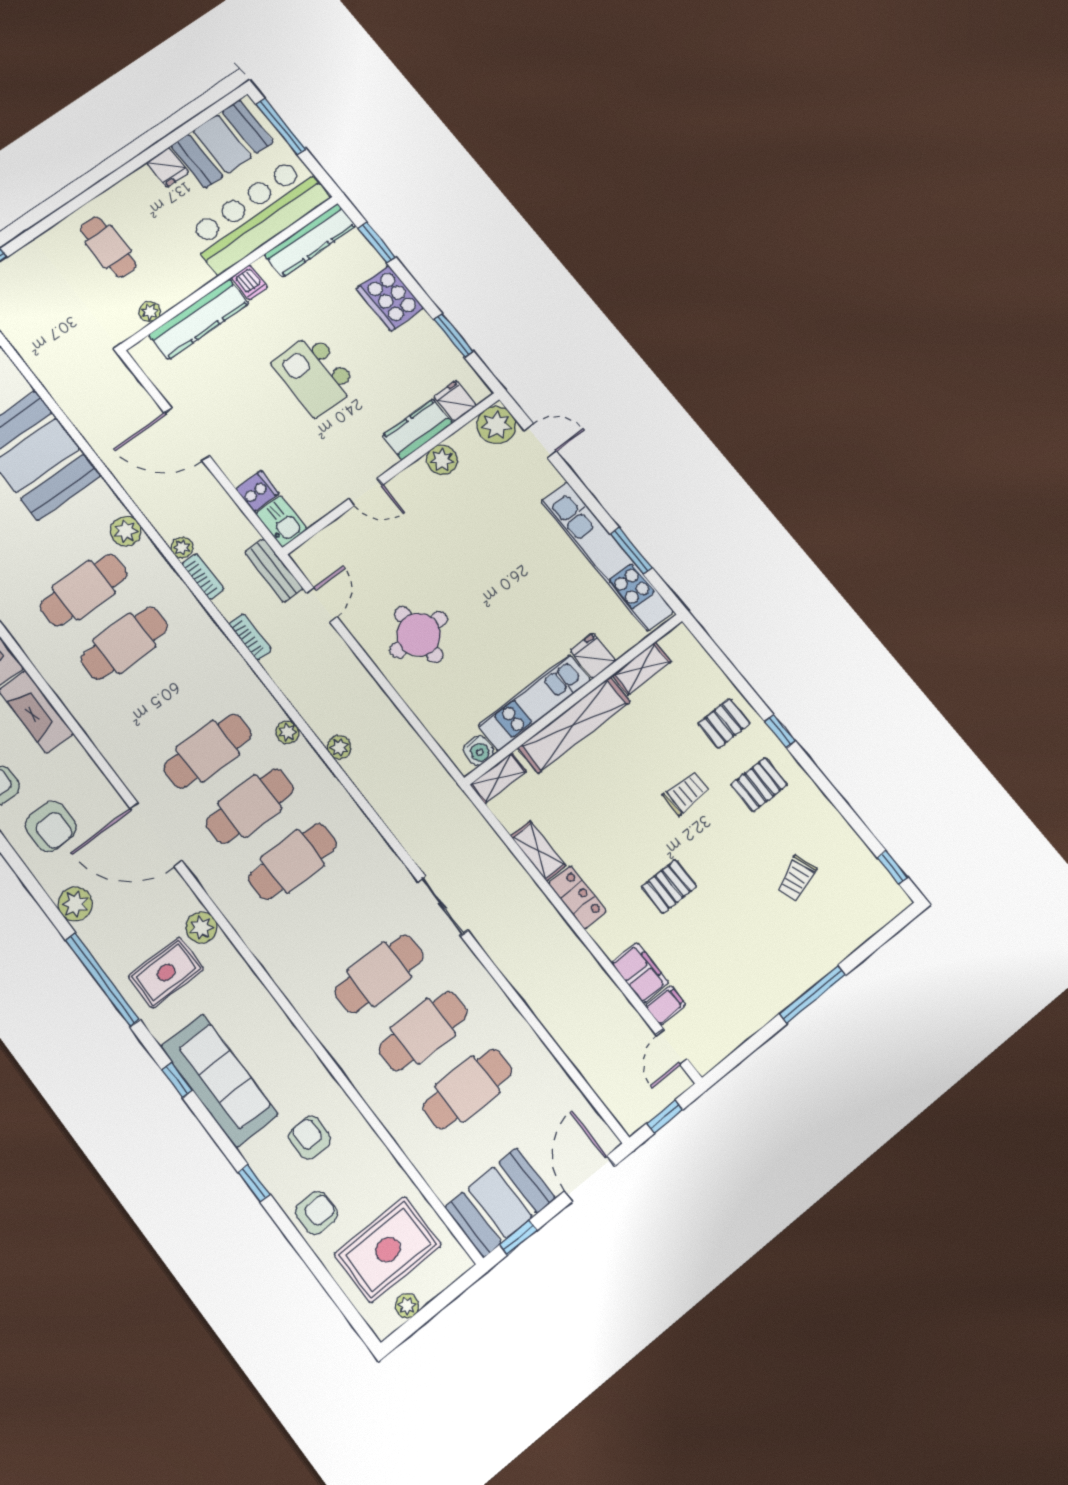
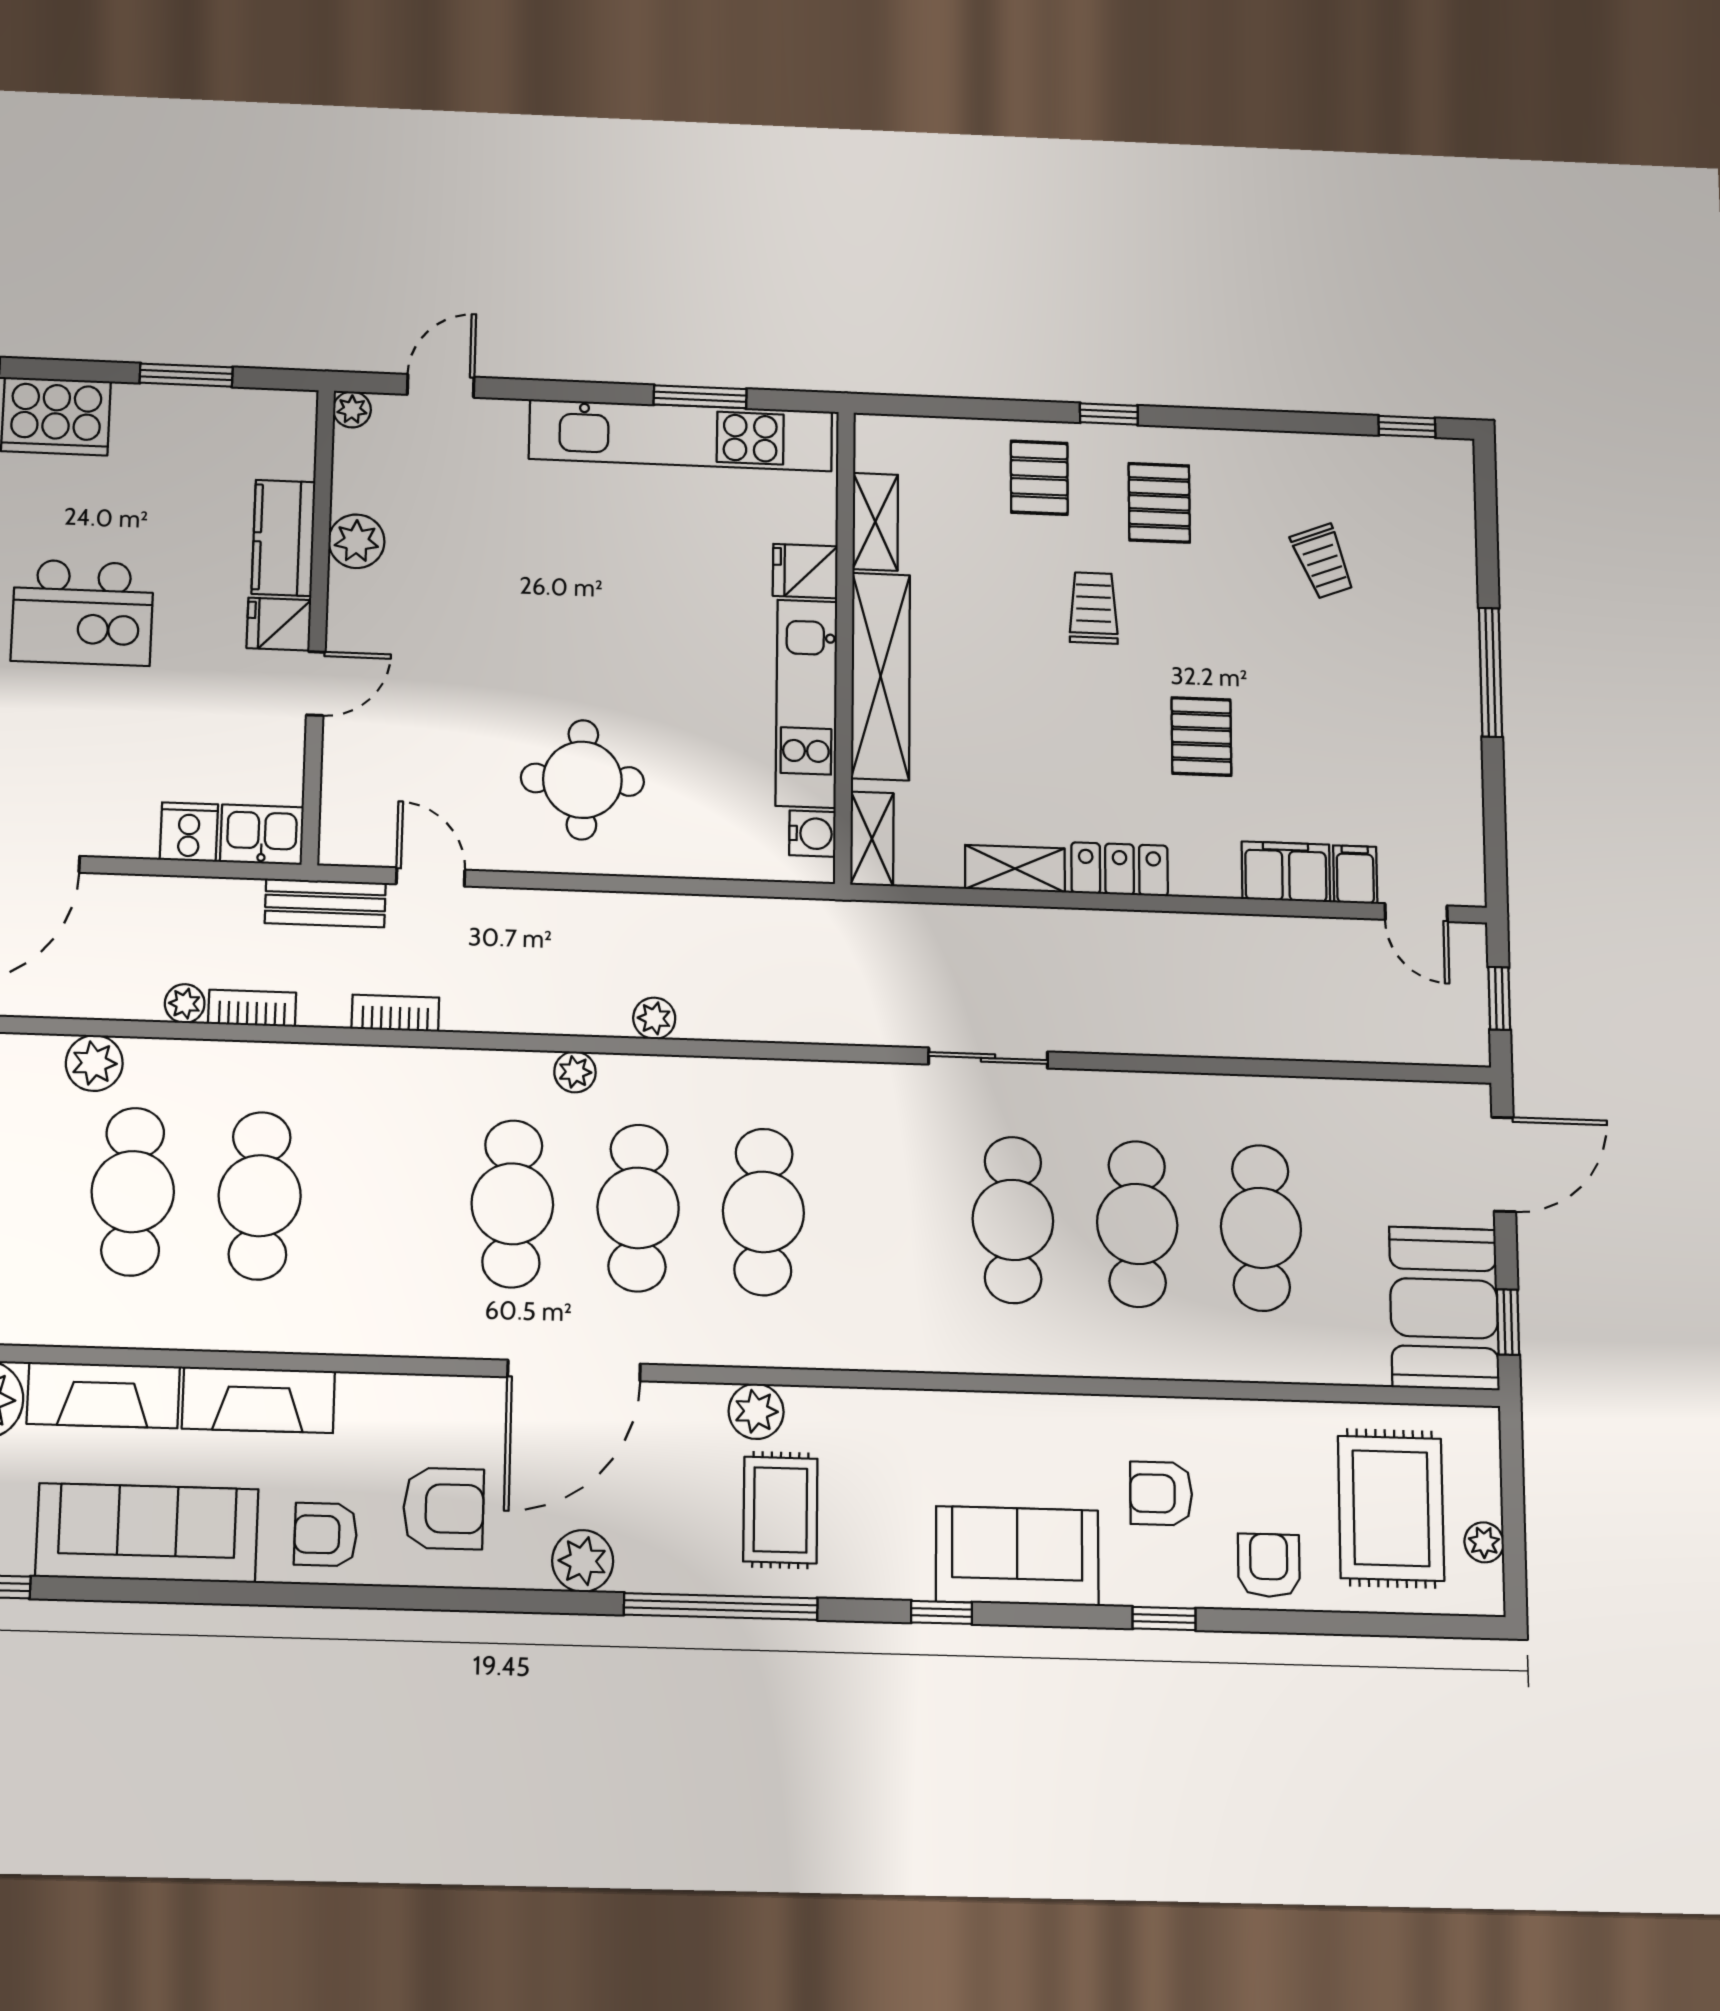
fridge: (455, 401) -> (279, 624), moved
plant: (496, 425) -> (352, 410), width x0.53, depth x0.53
sofa: (219, 1081) -> (1017, 1556), width x0.73
door: (590, 1179) -> (1504, 1164), swing flipped

